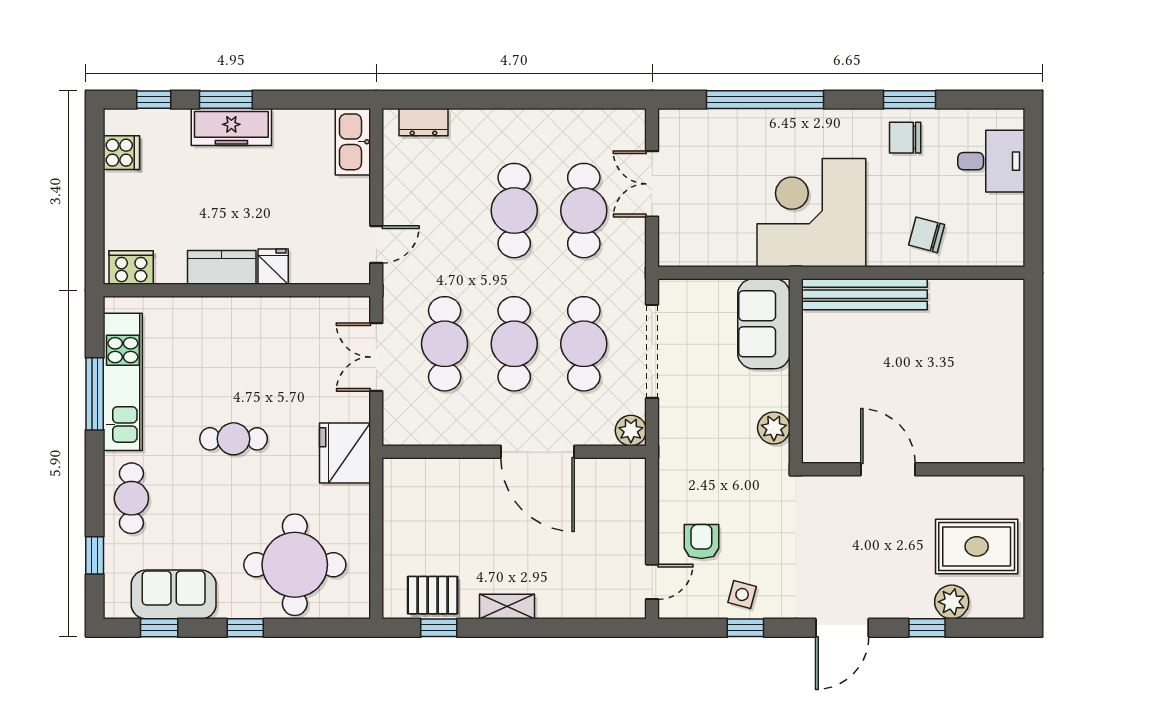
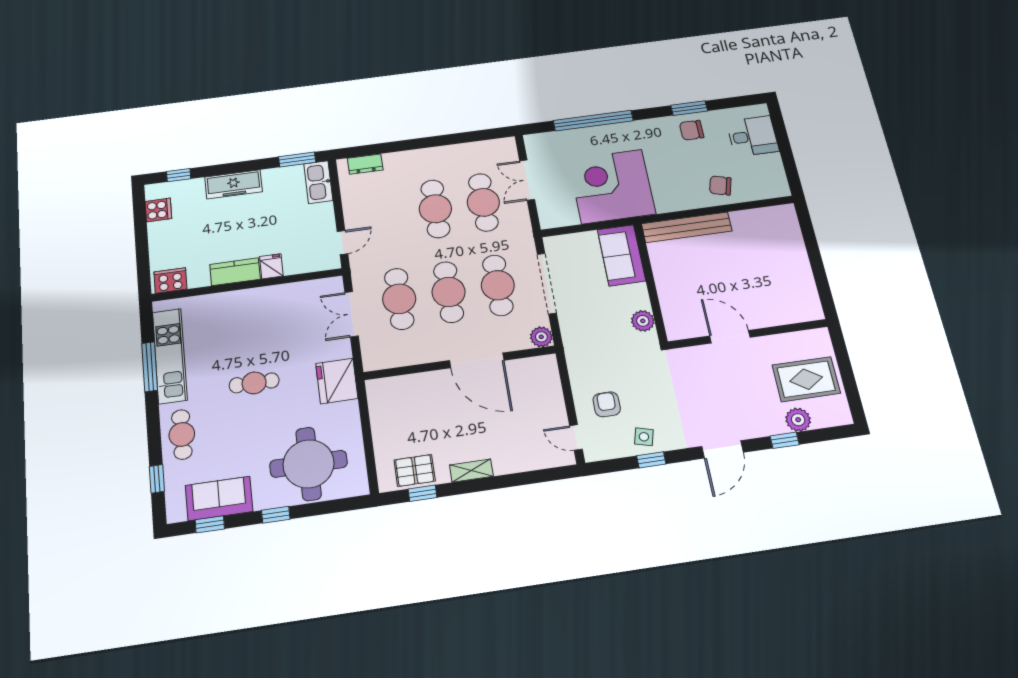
window: (226, 100) -> (297, 159), moved
corner desk: (811, 213) -> (612, 186), moved
door: (652, 582) -> (576, 437), swing flipped

